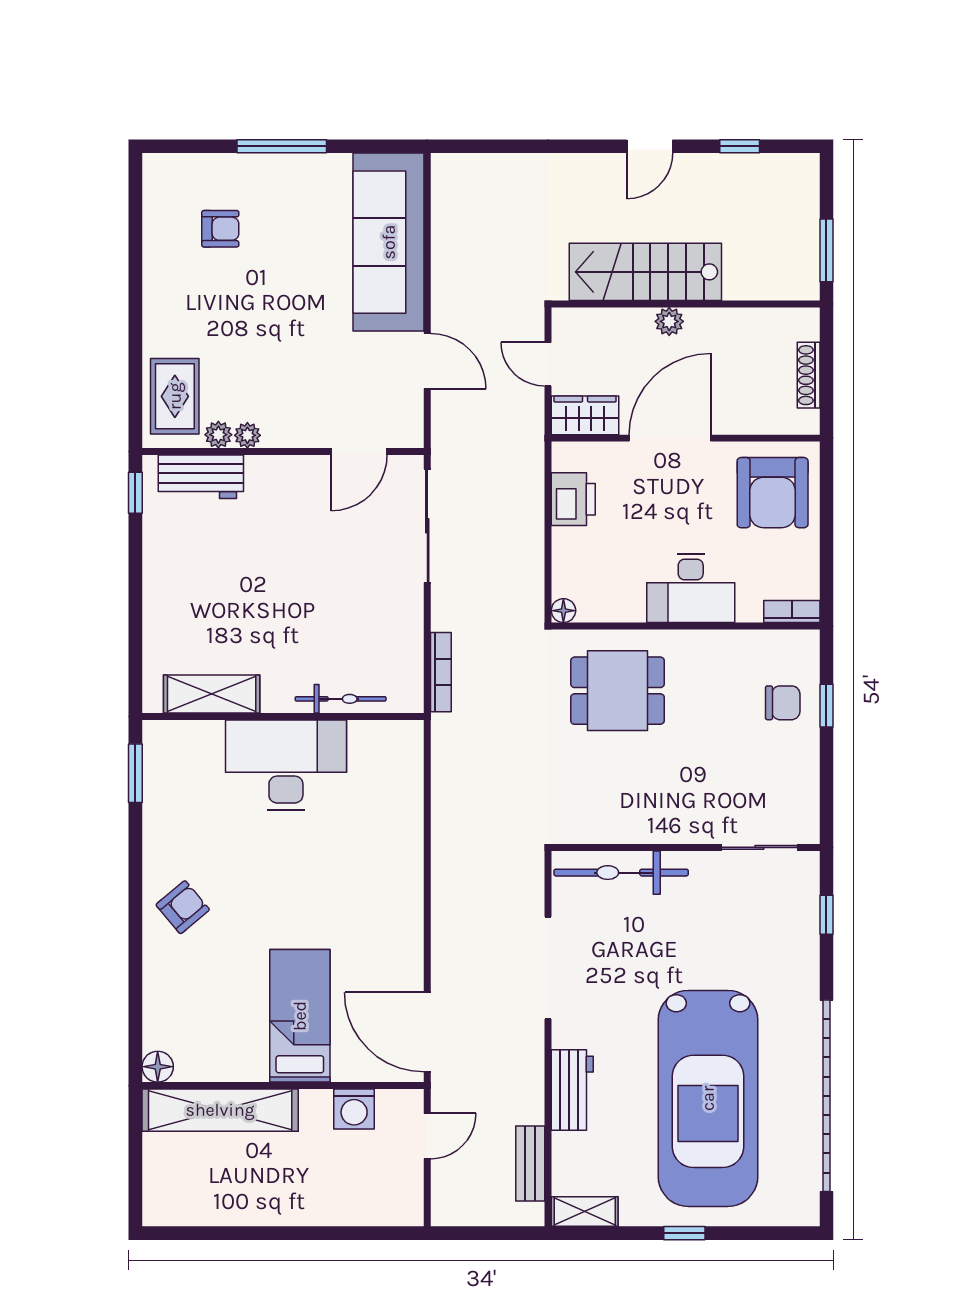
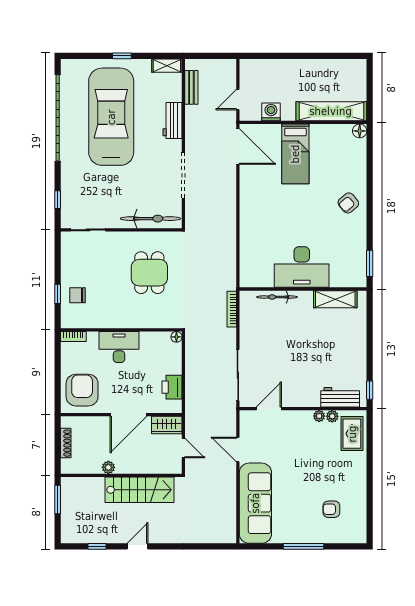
plant: (669, 321) -> (108, 467), moved
dining table: (617, 691) -> (149, 273), moved, turned 90

